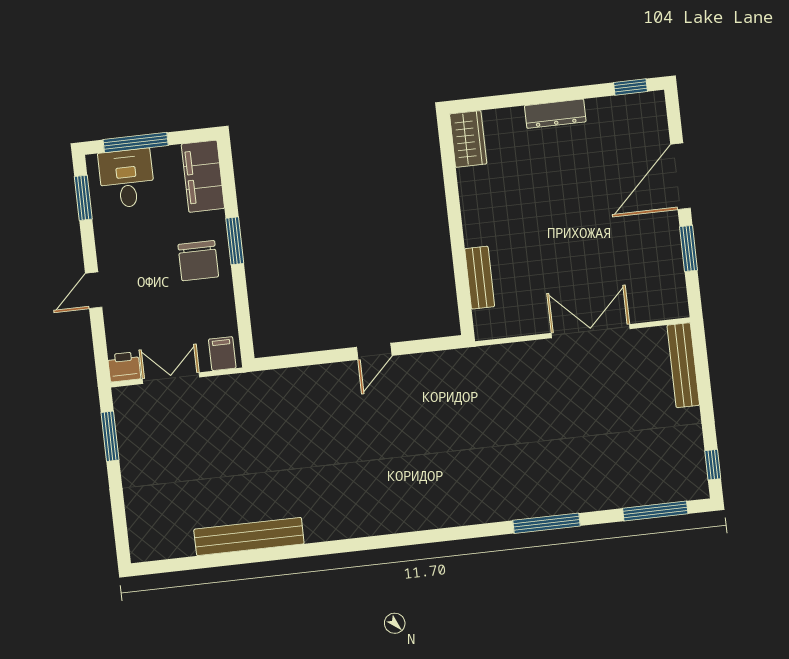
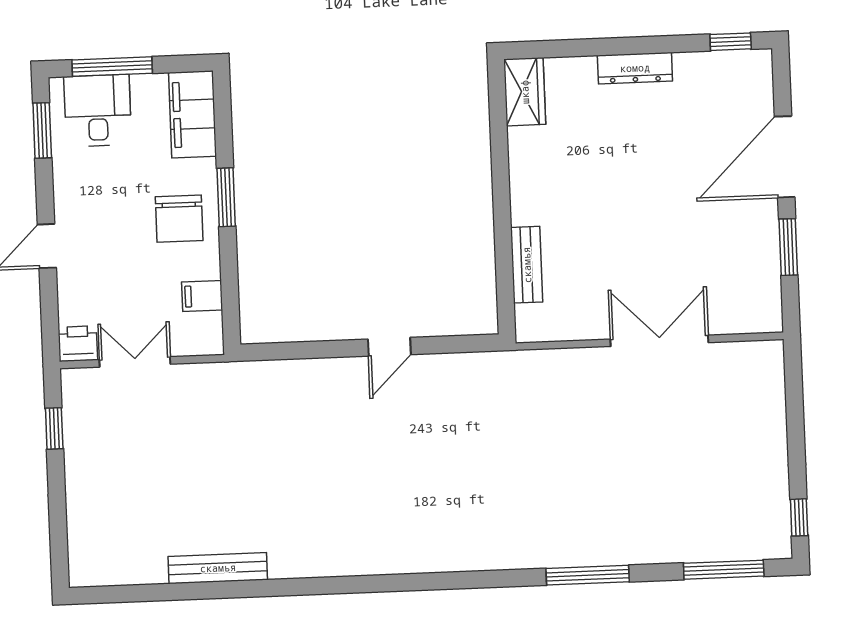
filing cabinet: (222, 354) -> (202, 296), moved, turned -90
bench: (683, 365) -> (771, 391), removed
window: (110, 436) -> (54, 428), width x0.67
bench: (249, 536) -> (218, 568), width x0.73, depth x0.82

